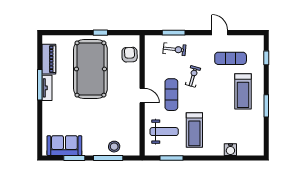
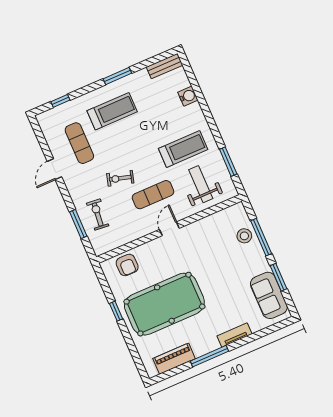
armchair: (130, 55) -> (127, 265), turned -88
tv unit: (47, 88) -> (235, 335), moved
bench: (259, 142) -> (165, 66), added

